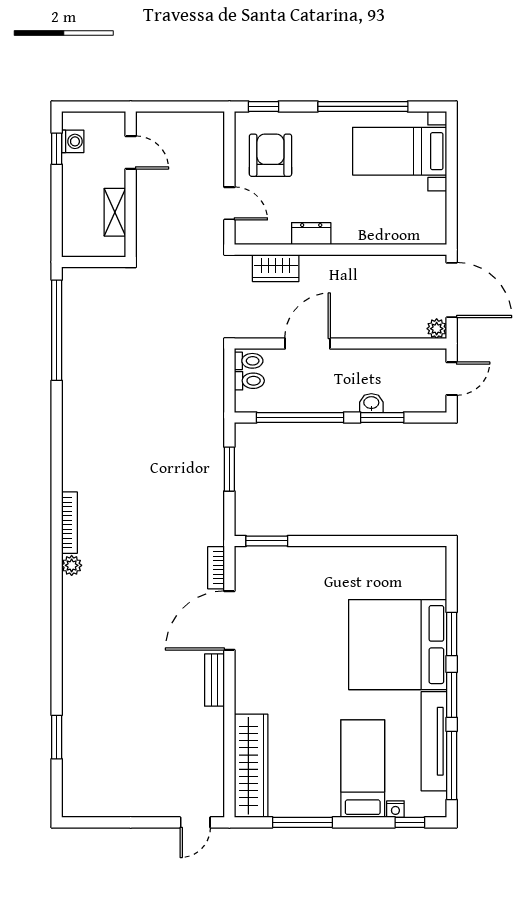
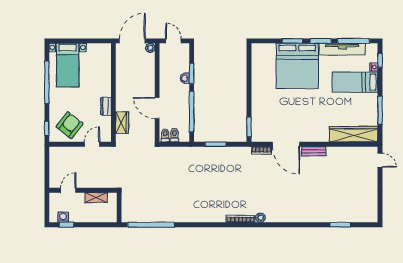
armchair: (270, 155) -> (69, 125), turned 128

